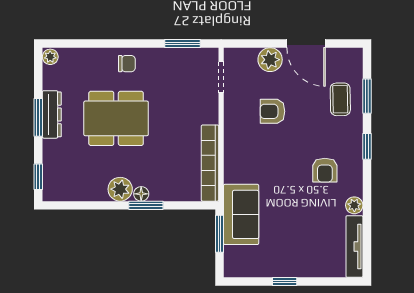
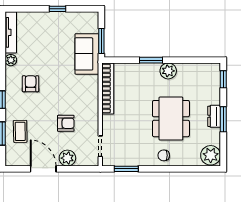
plant: (50, 57) -> (211, 155), width x1.87, depth x1.87
dresser: (52, 114) -> (214, 116), width x0.70
dining table: (116, 118) -> (171, 119), turned 90
floor lamp: (141, 194) -> (154, 68), removed

